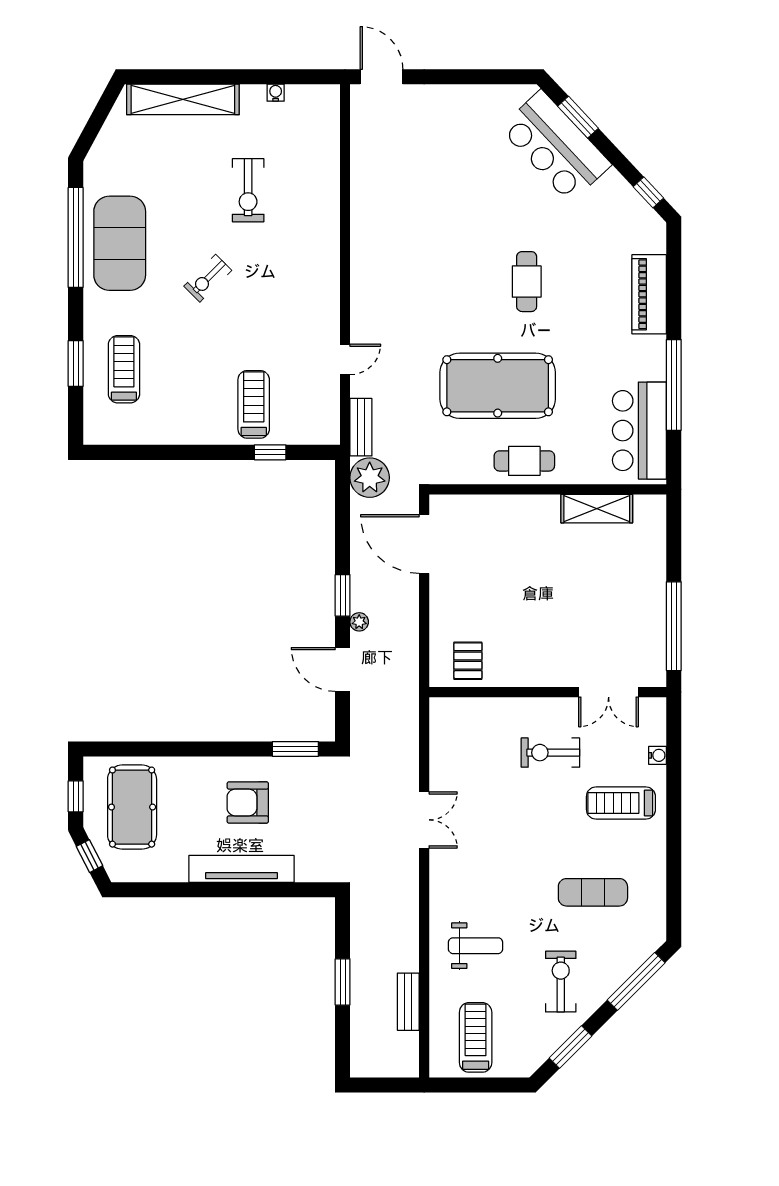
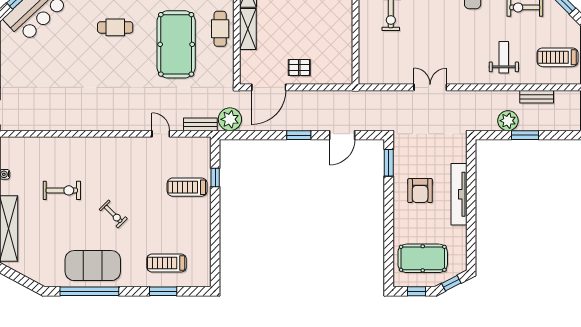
shelving: (524, 508) -> (248, 29), added
plant: (359, 622) -> (508, 121), moved, width x1.87, depth x1.87
pallet: (468, 661) -> (299, 67), moved

